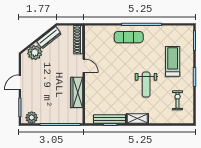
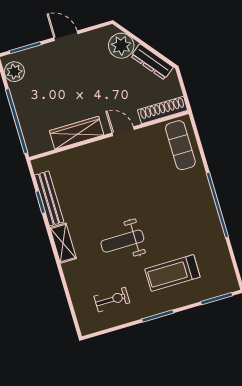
exercise mat: (129, 37) -> (180, 145), moved
treadmill: (173, 61) -> (172, 273), turned 180
door: (84, 66) -> (123, 131), swing flipped

